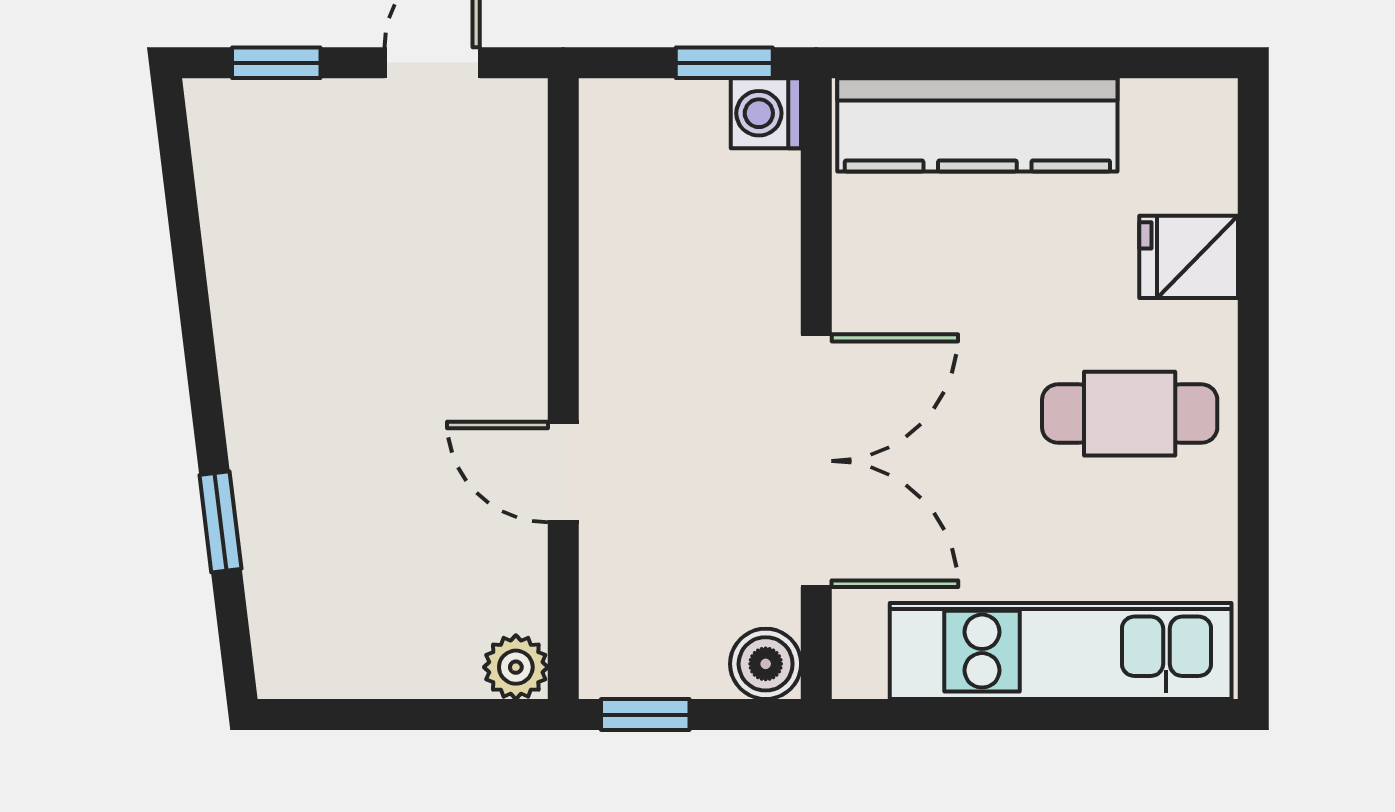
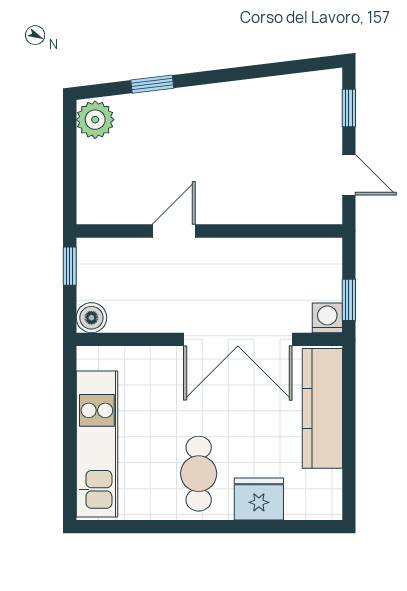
fridge: (1189, 257) -> (259, 499), width x1.38
double door: (816, 461) -> (238, 339), moved
plant: (516, 667) -> (95, 120), moved, width x1.38, depth x1.38

